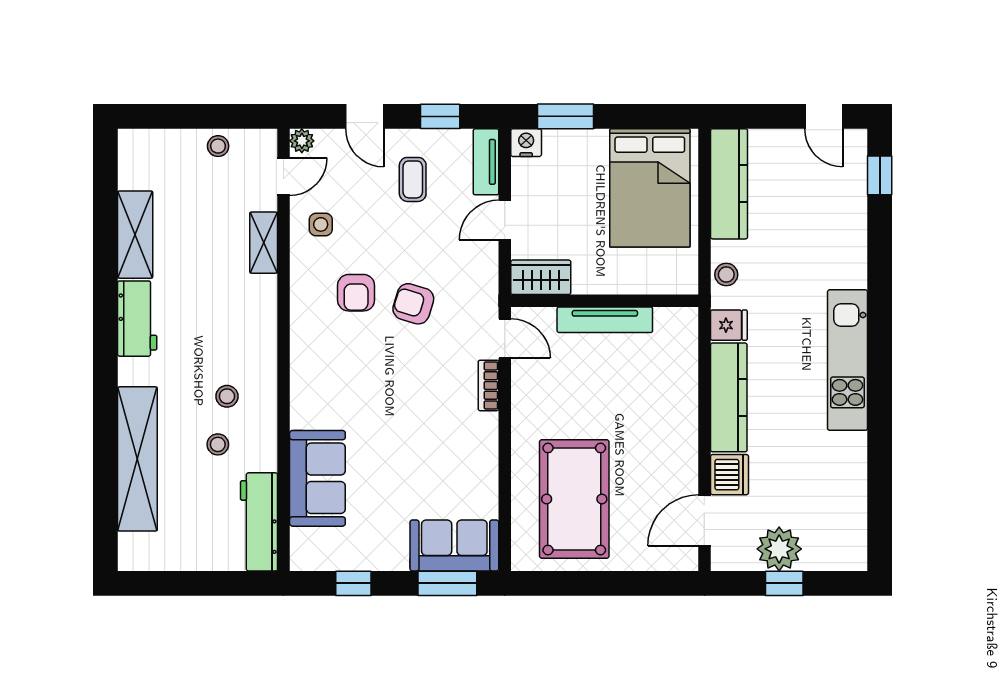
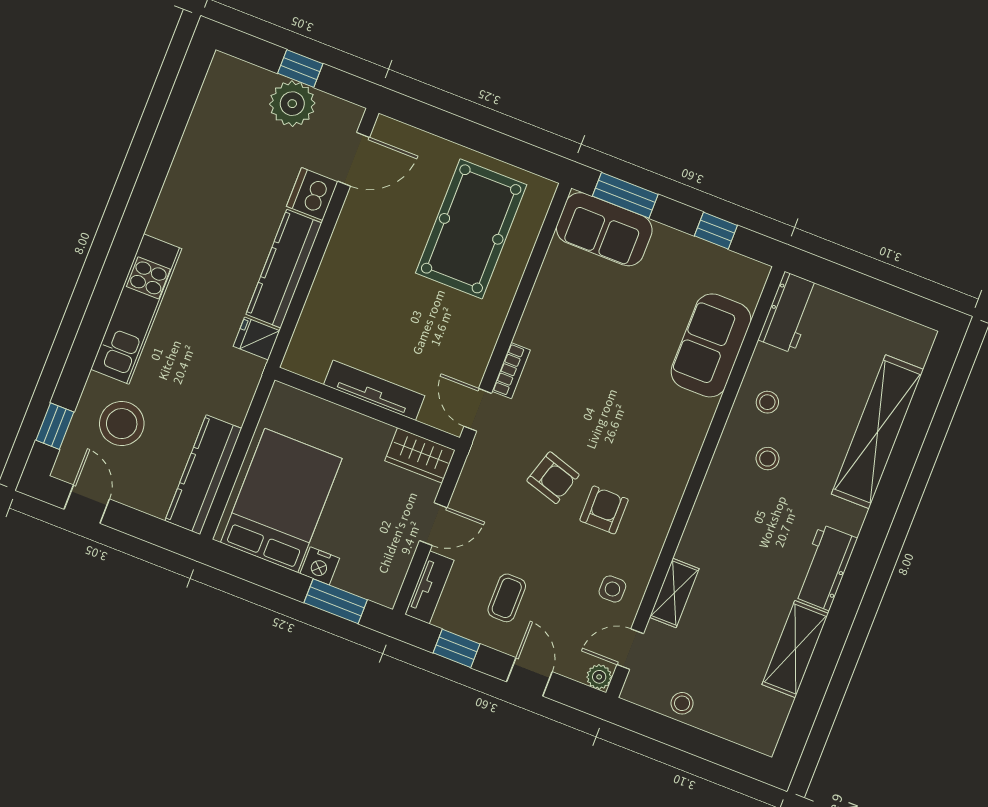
nightstand: (526, 143) -> (320, 566), moved
stool: (726, 275) -> (122, 424), moved, width x1.89, depth x1.89
kitchen unit: (847, 360) -> (136, 309), moved
stool: (218, 444) -> (767, 402), moved
workbench: (259, 522) -> (789, 312), width x0.73

